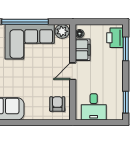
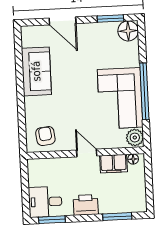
printer: (115, 38) -> (86, 205), moved
armchair: (57, 104) -> (45, 136), turned -97
desk: (94, 107) -> (45, 202), moved

